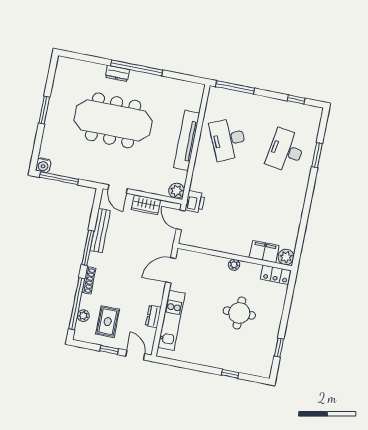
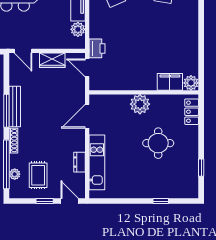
plant: (177, 191) -> (78, 29), moved
bench: (100, 231) -> (15, 107), moved
plant: (234, 265) -> (140, 104), width x1.87, depth x1.87
locker: (276, 275) -> (192, 112), moved, turned 90

